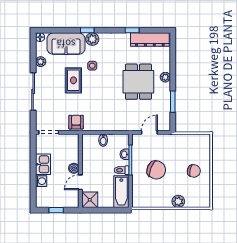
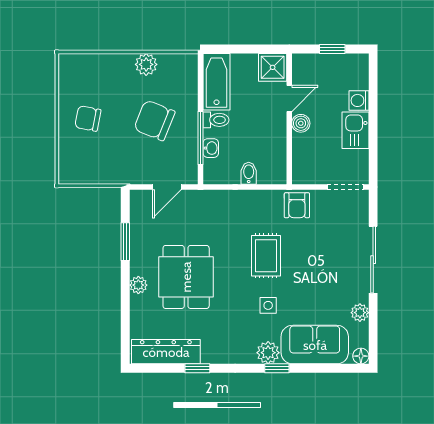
rug: (73, 80) -> (266, 256), moved
plant: (178, 201) -> (146, 64), moved

